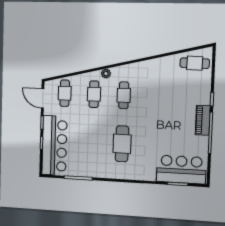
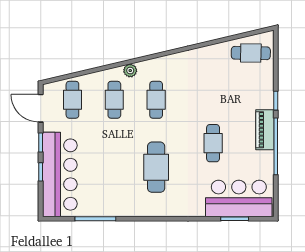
cafe table: (164, 128) -> (213, 143), added

